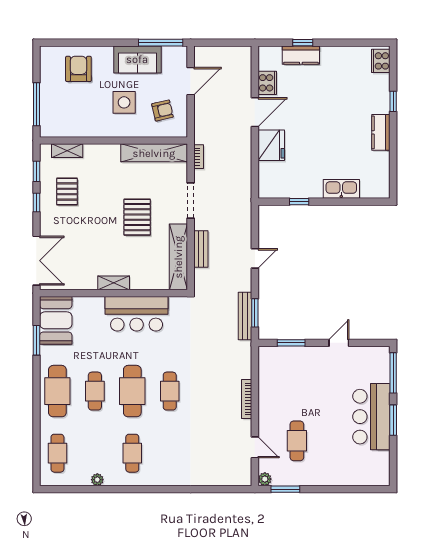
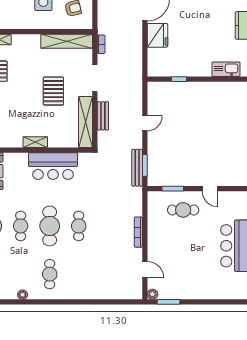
kitchen sink: (341, 189) -> (226, 69), moved
door: (339, 343) -> (210, 189), swing flipped
cafe table: (297, 441) -> (183, 210), moved, turned 90

